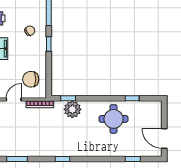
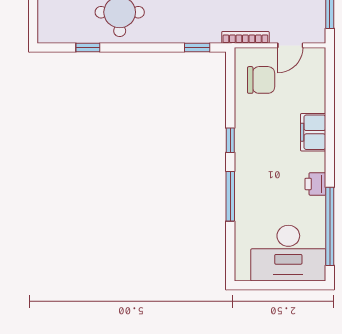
chair: (30, 31) -> (263, 163), removed
plant: (72, 109) -> (190, 29), removed

